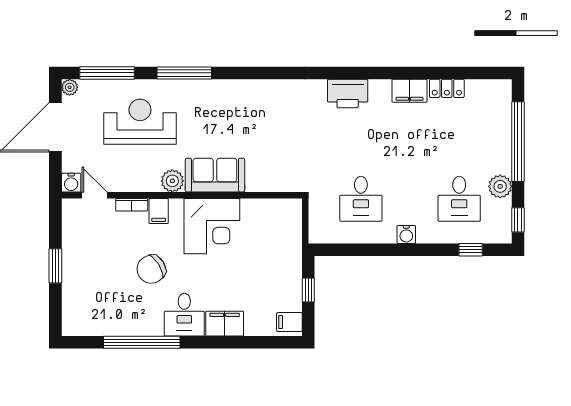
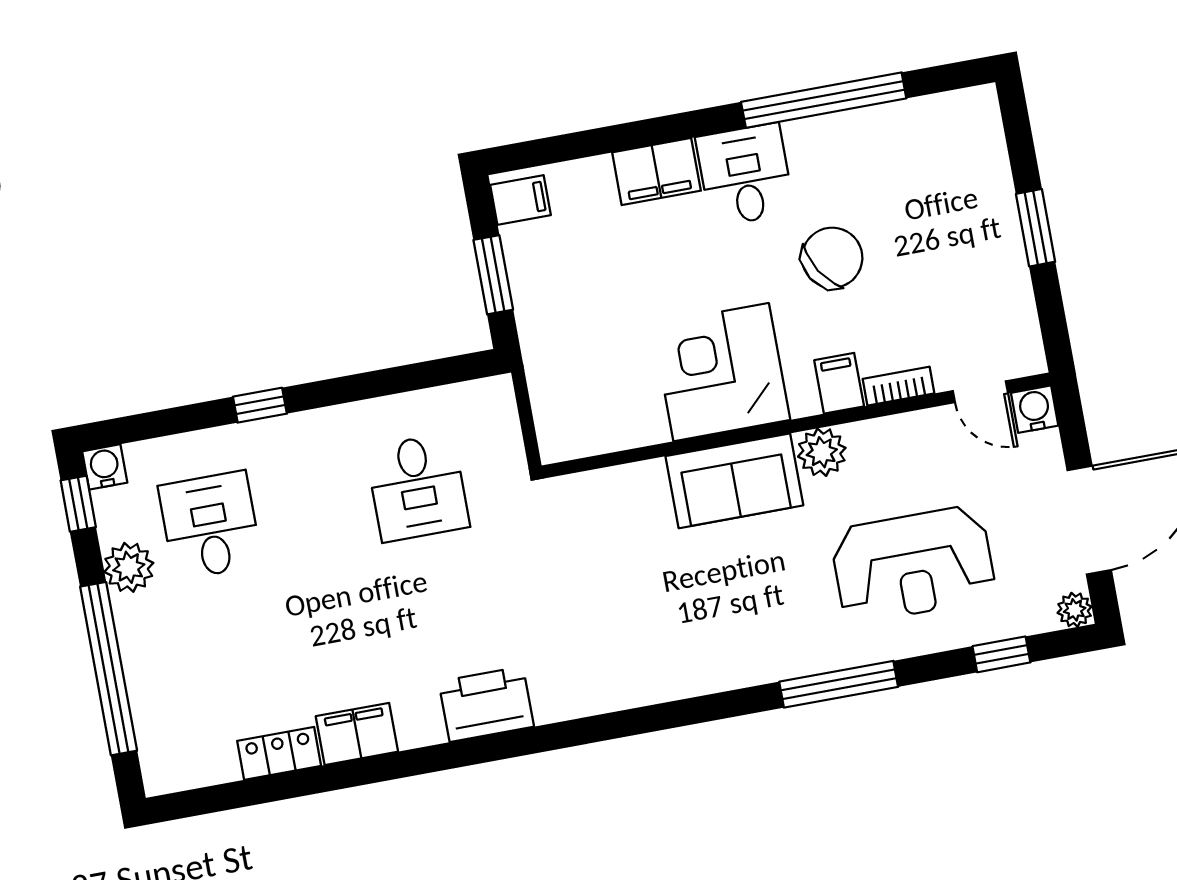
window: (107, 73) -> (1001, 654), width x0.46
desk: (361, 199) -> (418, 487), turned 180
water cooler: (406, 235) -> (105, 467), moved
window: (471, 250) -> (260, 405), moved
window: (308, 290) -> (493, 275), width x1.50

